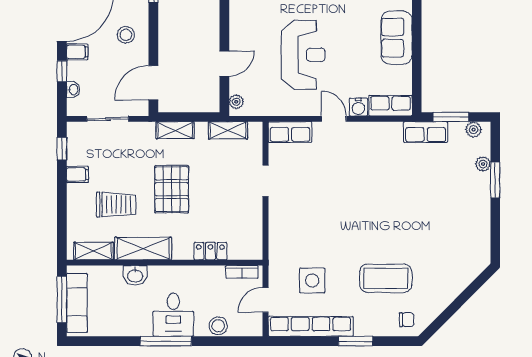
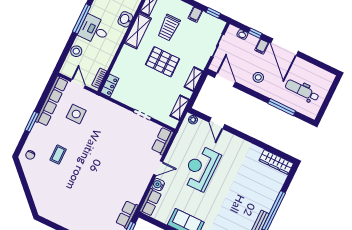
reception desk: (303, 55) -> (201, 168), turned 90
locker: (210, 251) -> (110, 85), moved
coffee table: (386, 278) -> (58, 155), width x0.54, depth x0.58

